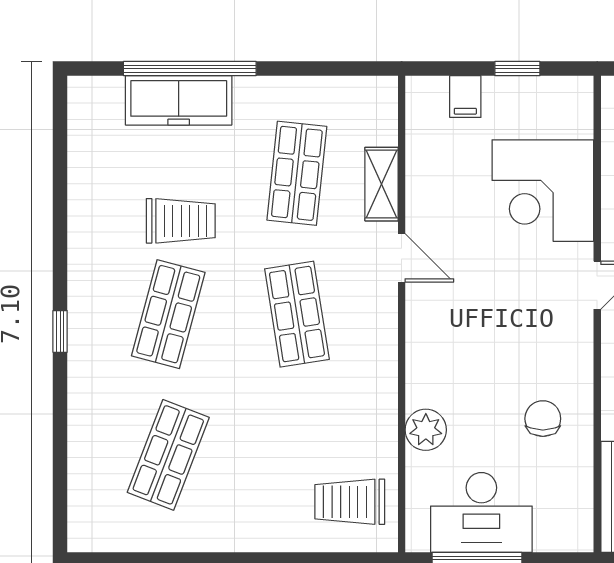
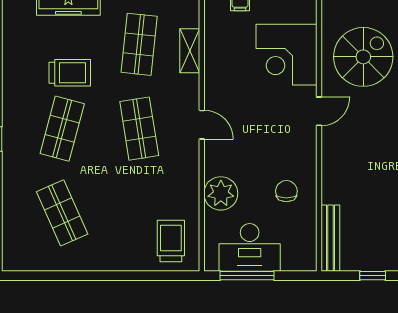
door: (402, 258) -> (202, 125), moved
plant: (426, 430) -> (221, 193), width x1.36, depth x1.36
shop shelf: (168, 455) -> (62, 213), turned -45
trolley: (350, 502) -> (171, 241), turned 90

